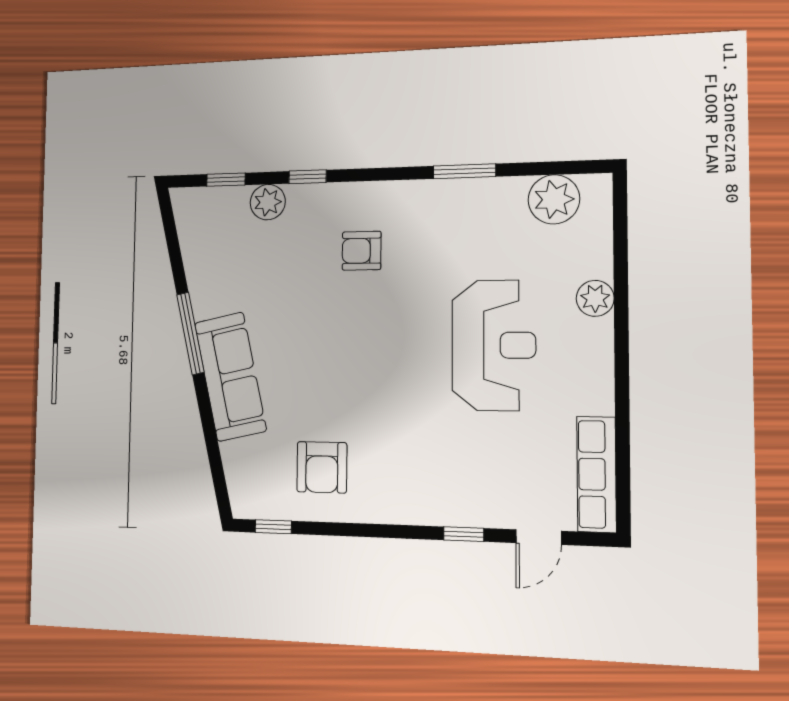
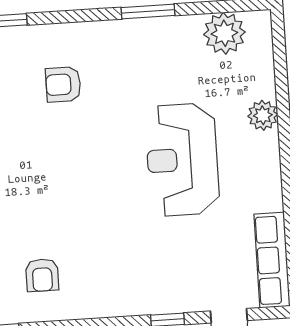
reception desk: (494, 345) -> (182, 160), turned 180
armchair: (322, 467) -> (42, 275), width x0.72, depth x0.72

